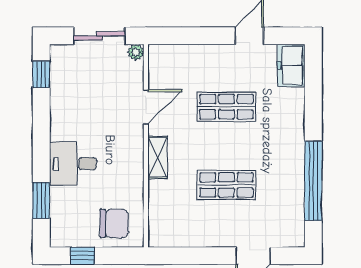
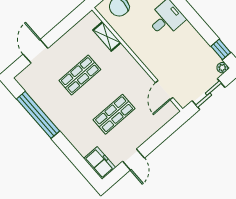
plant: (136, 52) -> (222, 68), moved
door: (146, 107) -> (164, 90), moved
shelving: (158, 157) -> (107, 36), moved

